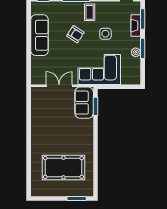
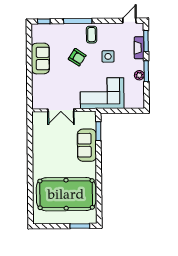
sofa: (40, 35) -> (40, 58), width x0.73
double door: (59, 86) -> (61, 110), swing flipped
sofa: (84, 103) -> (87, 145), moved
pool table: (63, 167) -> (66, 194), width x1.36, depth x1.32

